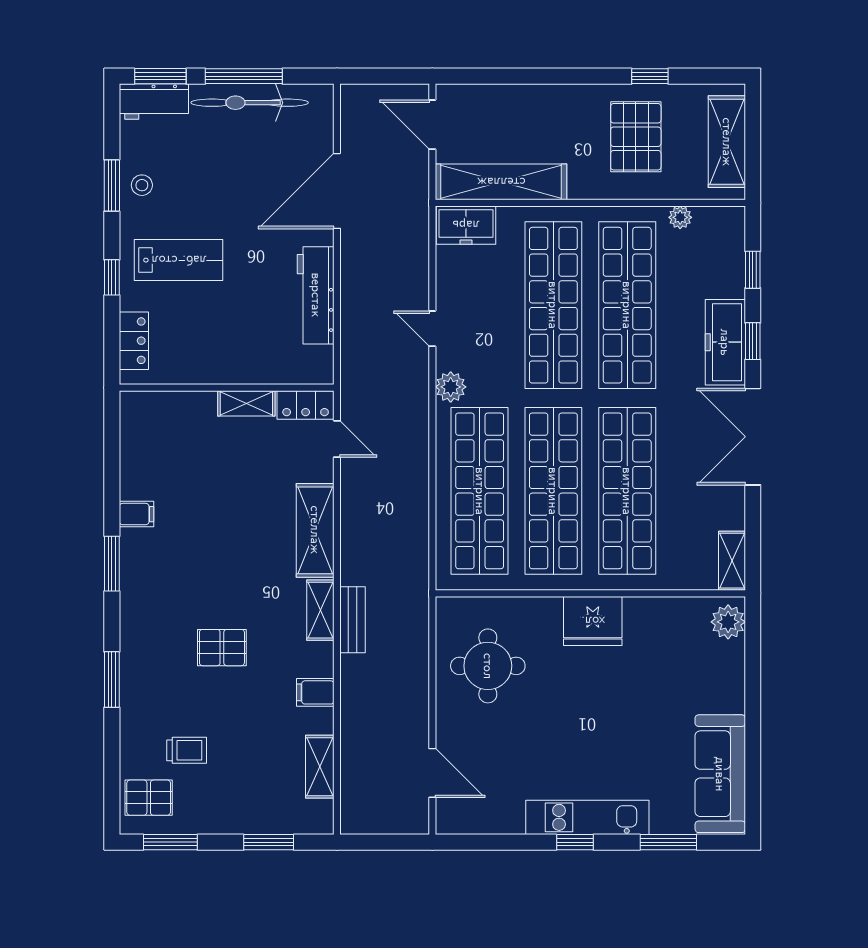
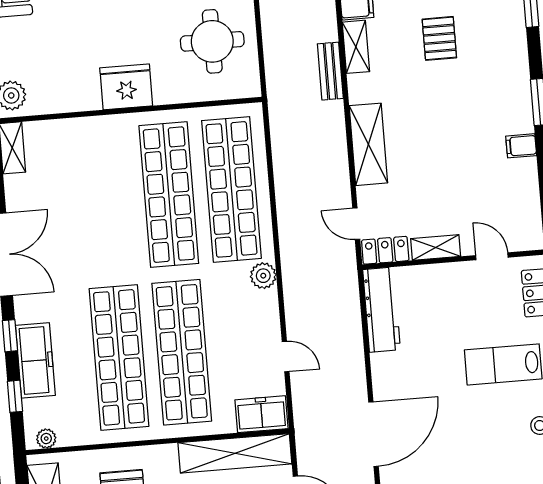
plant: (680, 217) -> (46, 439), moved
workbench: (316, 295) -> (381, 310), moved
door: (432, 329) -> (286, 357), moved
freezer: (725, 342) -> (35, 360), moved
door: (181, 388) -> (492, 256), added
shop shelf: (627, 491) -> (106, 200), removed
shelving: (320, 610) -> (356, 47), moved
pallet: (222, 648) -> (439, 38), turned 90

